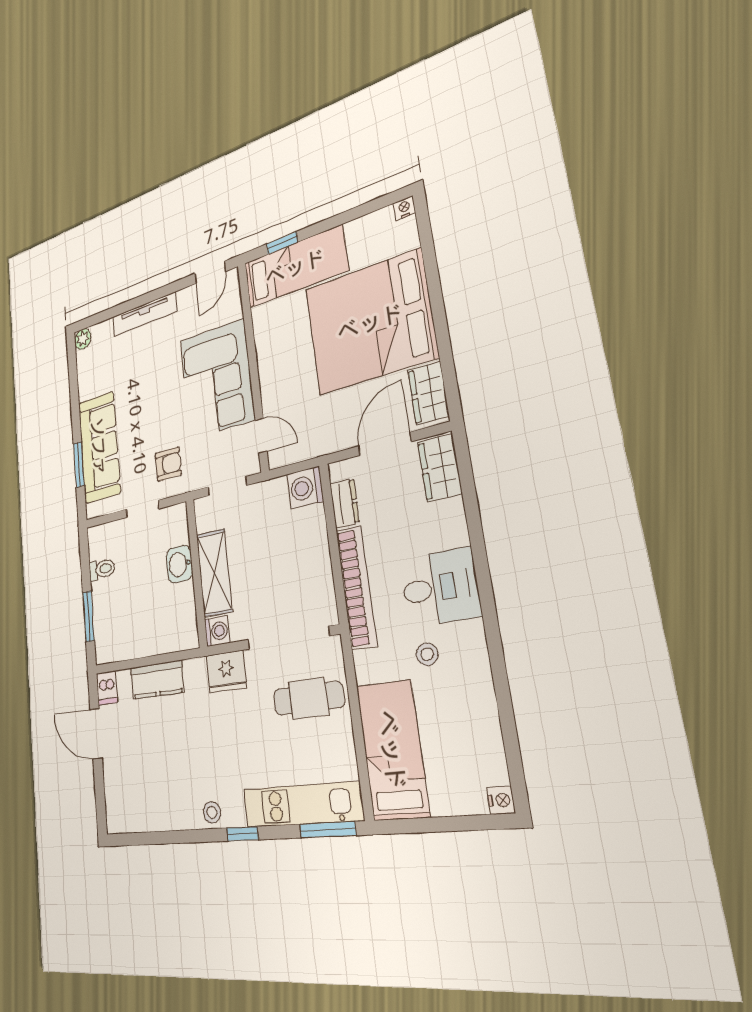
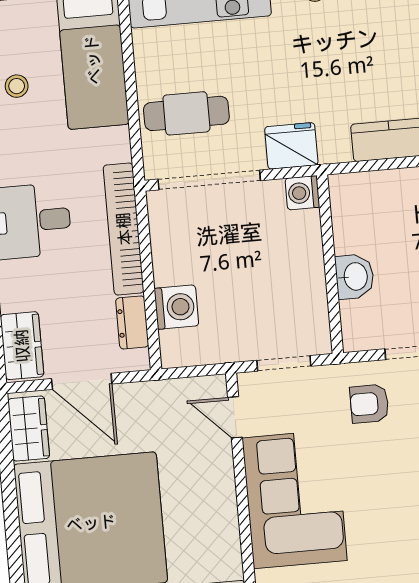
door: (384, 444) -> (82, 381), hinge flipped
washing machine: (305, 488) -> (176, 307), moved
shelving: (214, 573) -> (305, 261), removed
stool: (427, 654) -> (17, 86), moved

